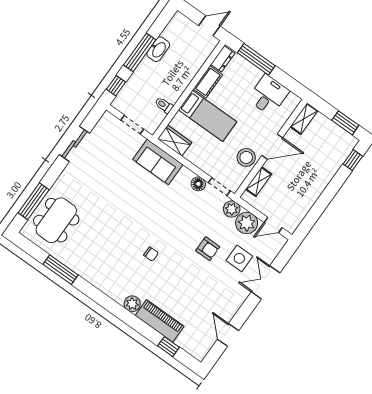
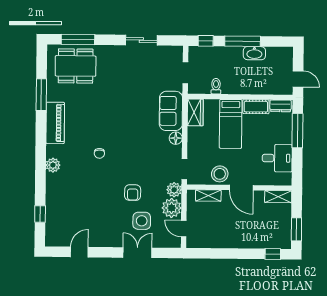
floor lamp: (198, 184) -> (176, 138), moved
piano: (160, 321) -> (55, 123), moved

